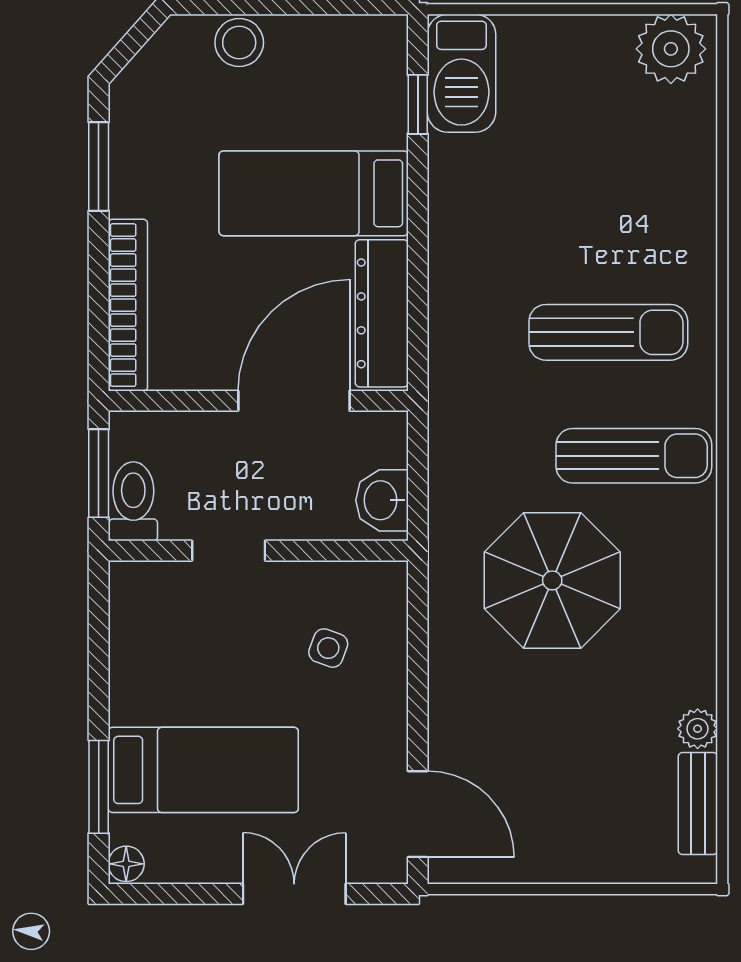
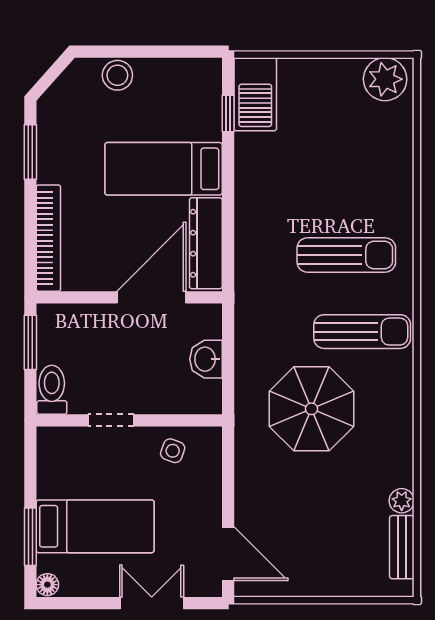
toilet: (133, 501) -> (52, 390), moved
doorway: (229, 551) -> (111, 420), moved
wall: (258, 551) -> (129, 420), moved

